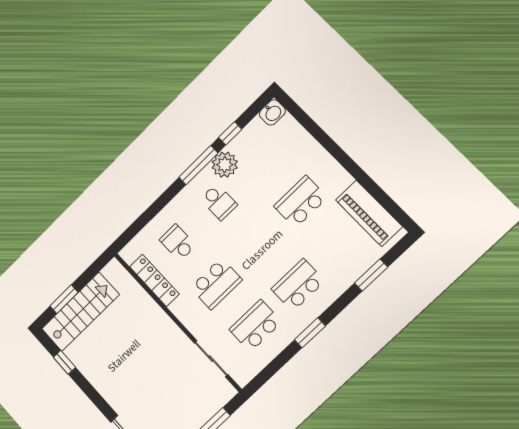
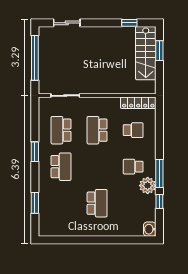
piano: (369, 213) -> (63, 228), removed
locker: (154, 280) -> (138, 103), moved
school desk: (255, 326) -> (61, 130), turned 180

